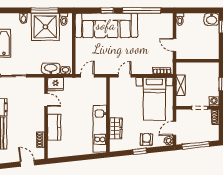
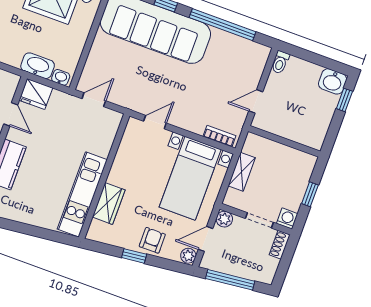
door: (174, 45) -> (256, 101), hinge flipped
plant: (181, 114) -> (224, 219), added

